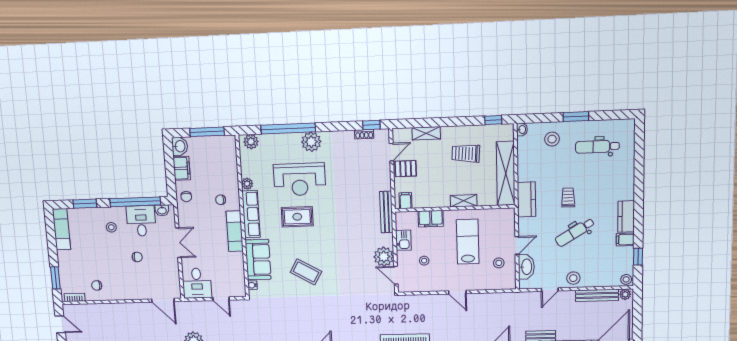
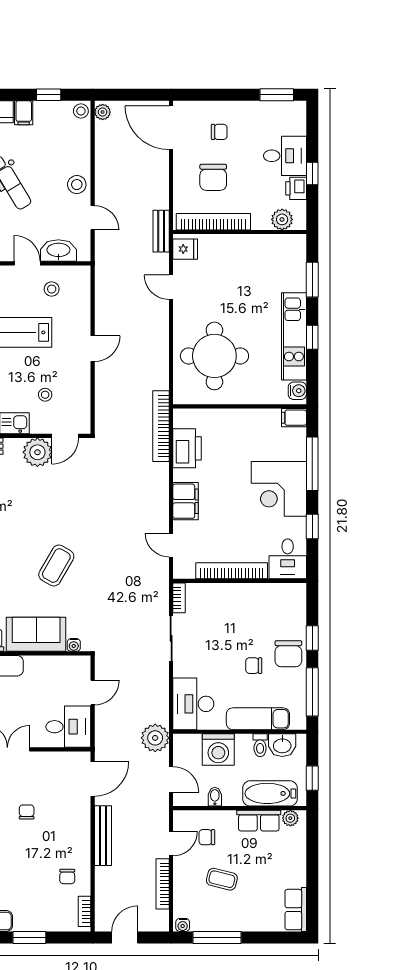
window: (55, 278) -> (29, 938), moved
bench: (597, 295) -> (103, 836), moved

